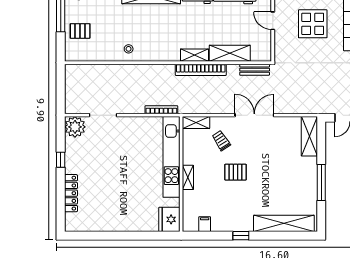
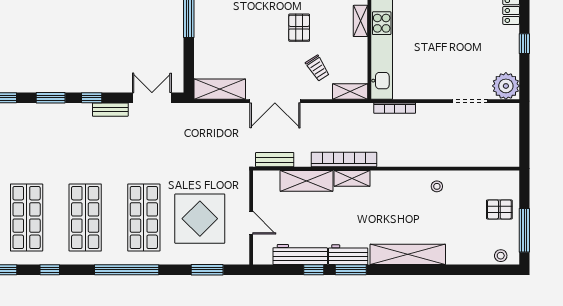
display table: (313, 24) -> (200, 219), width x1.36, depth x1.36
shelving: (309, 136) -> (220, 89), moved, turned 90
pallet: (236, 172) -> (299, 28), turned 90

